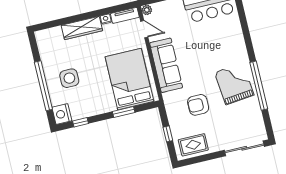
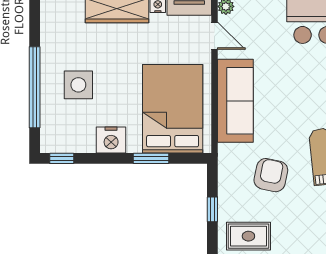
armchair: (198, 105) -> (271, 175), turned 102
nightstand: (62, 114) -> (111, 140), moved, turned -90
window: (81, 122) -> (62, 158), moved

